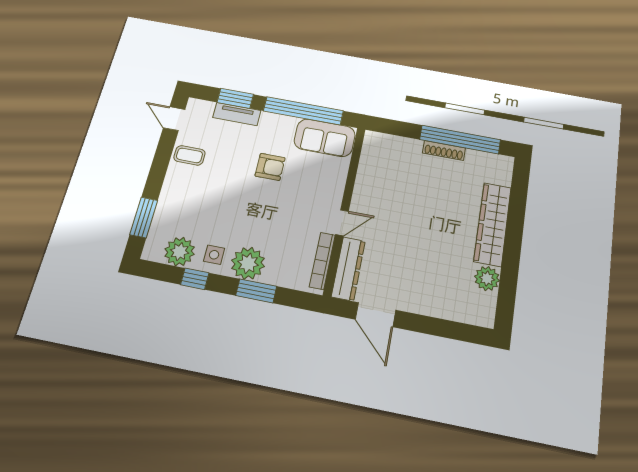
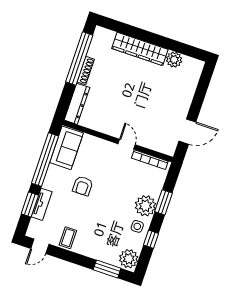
armchair: (270, 167) -> (83, 186), turned 180
plant: (180, 252) -> (129, 259), moved
dresser: (348, 269) -> (77, 104), moved, turned 90

